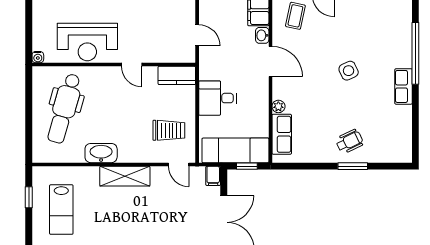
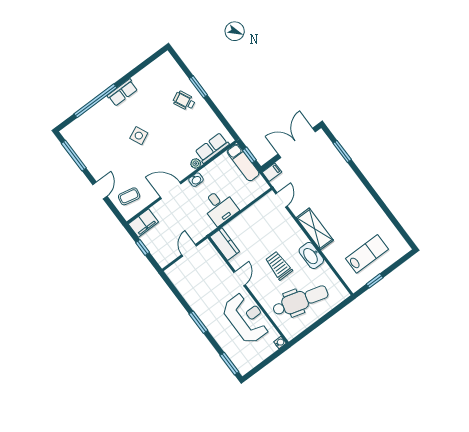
washbasin: (262, 35) -> (196, 180), moved
door: (270, 62) -> (171, 190), hinge flipped
trolley: (169, 130) -> (279, 266), moved
exam couch: (235, 150) -> (243, 162), width x0.73, depth x0.69

